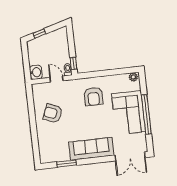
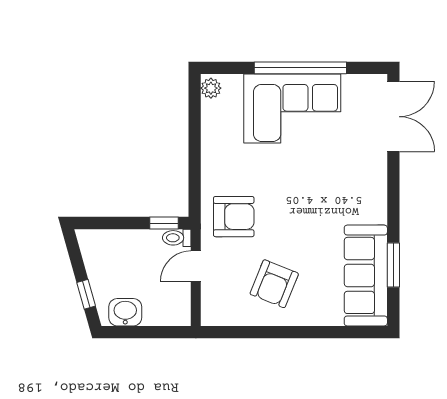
washbasin: (36, 72) -> (125, 312), moved
armchair: (93, 96) -> (234, 217), moved
sofa: (91, 149) -> (366, 275), moved

